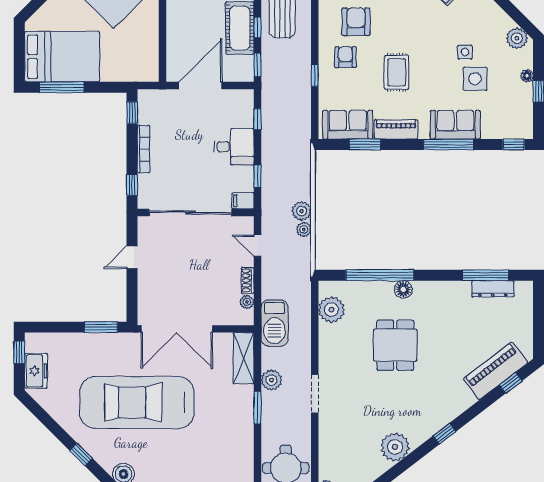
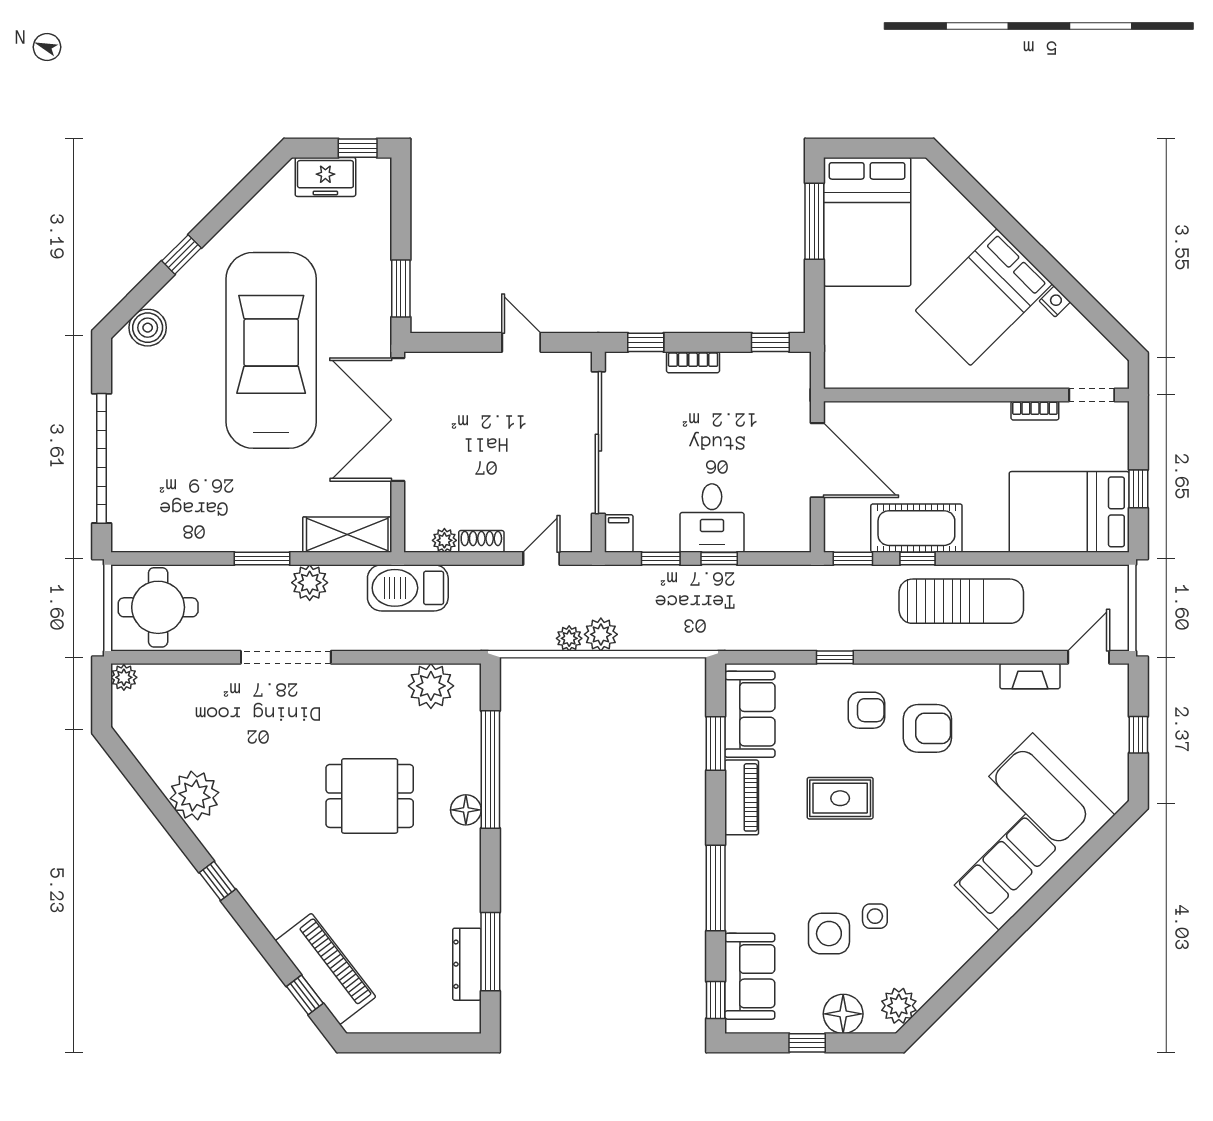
floor lamp: (527, 76) -> (843, 1014), width x1.89, depth x1.89
window: (257, 119) -> (719, 558), moved
sofa: (455, 125) -> (750, 976), moved
bookcase: (144, 149) -> (693, 362), width x0.64
doorway: (315, 394) -> (286, 657), width x1.36

